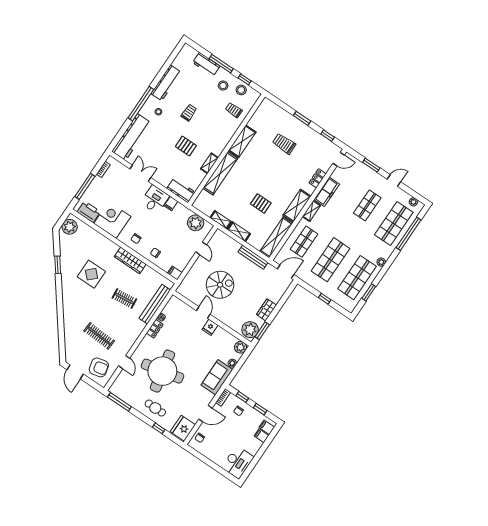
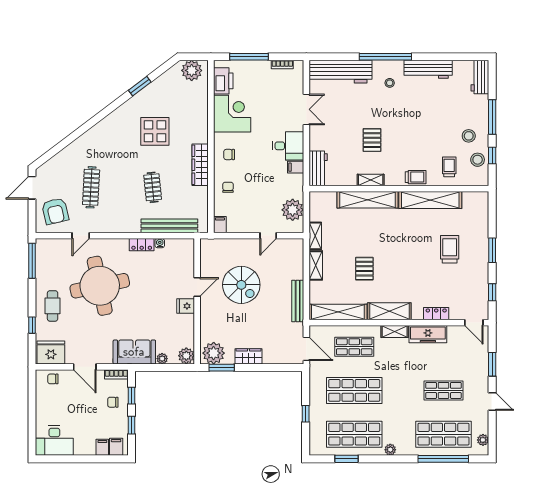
workbench: (206, 64) -> (480, 77), moved
trolley: (189, 113) -> (416, 177), moved
shelving: (242, 141) -> (430, 200), width x1.47

